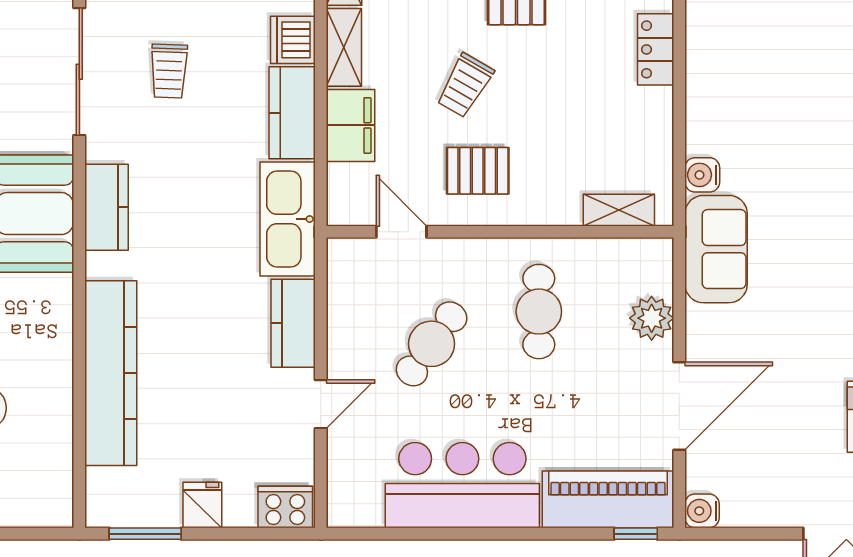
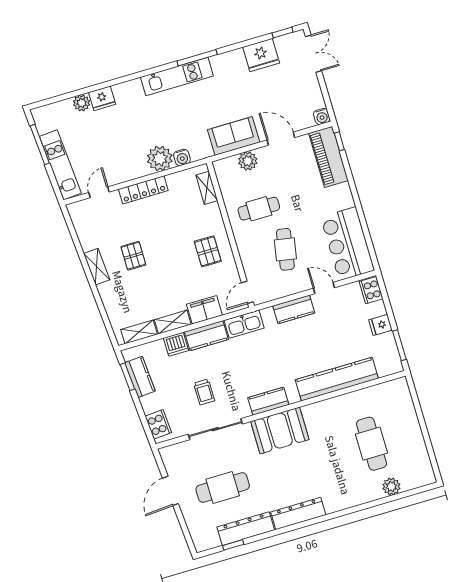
locker: (656, 49) -> (143, 190), width x1.53
trolley: (169, 71) -> (204, 392), turned 88
trolley: (465, 86) -> (174, 267), removed
plant: (714, 125) -> (160, 158), added
kitchen sink: (288, 219) -> (244, 324), width x0.73, depth x0.81
door: (401, 232) -> (247, 292), moved
sofa: (716, 249) -> (234, 136), moved
cafe table: (432, 344) -> (285, 249), turned 64
door: (679, 406) -> (281, 139), width x0.73
bar counter: (462, 485) -> (348, 244), moved

